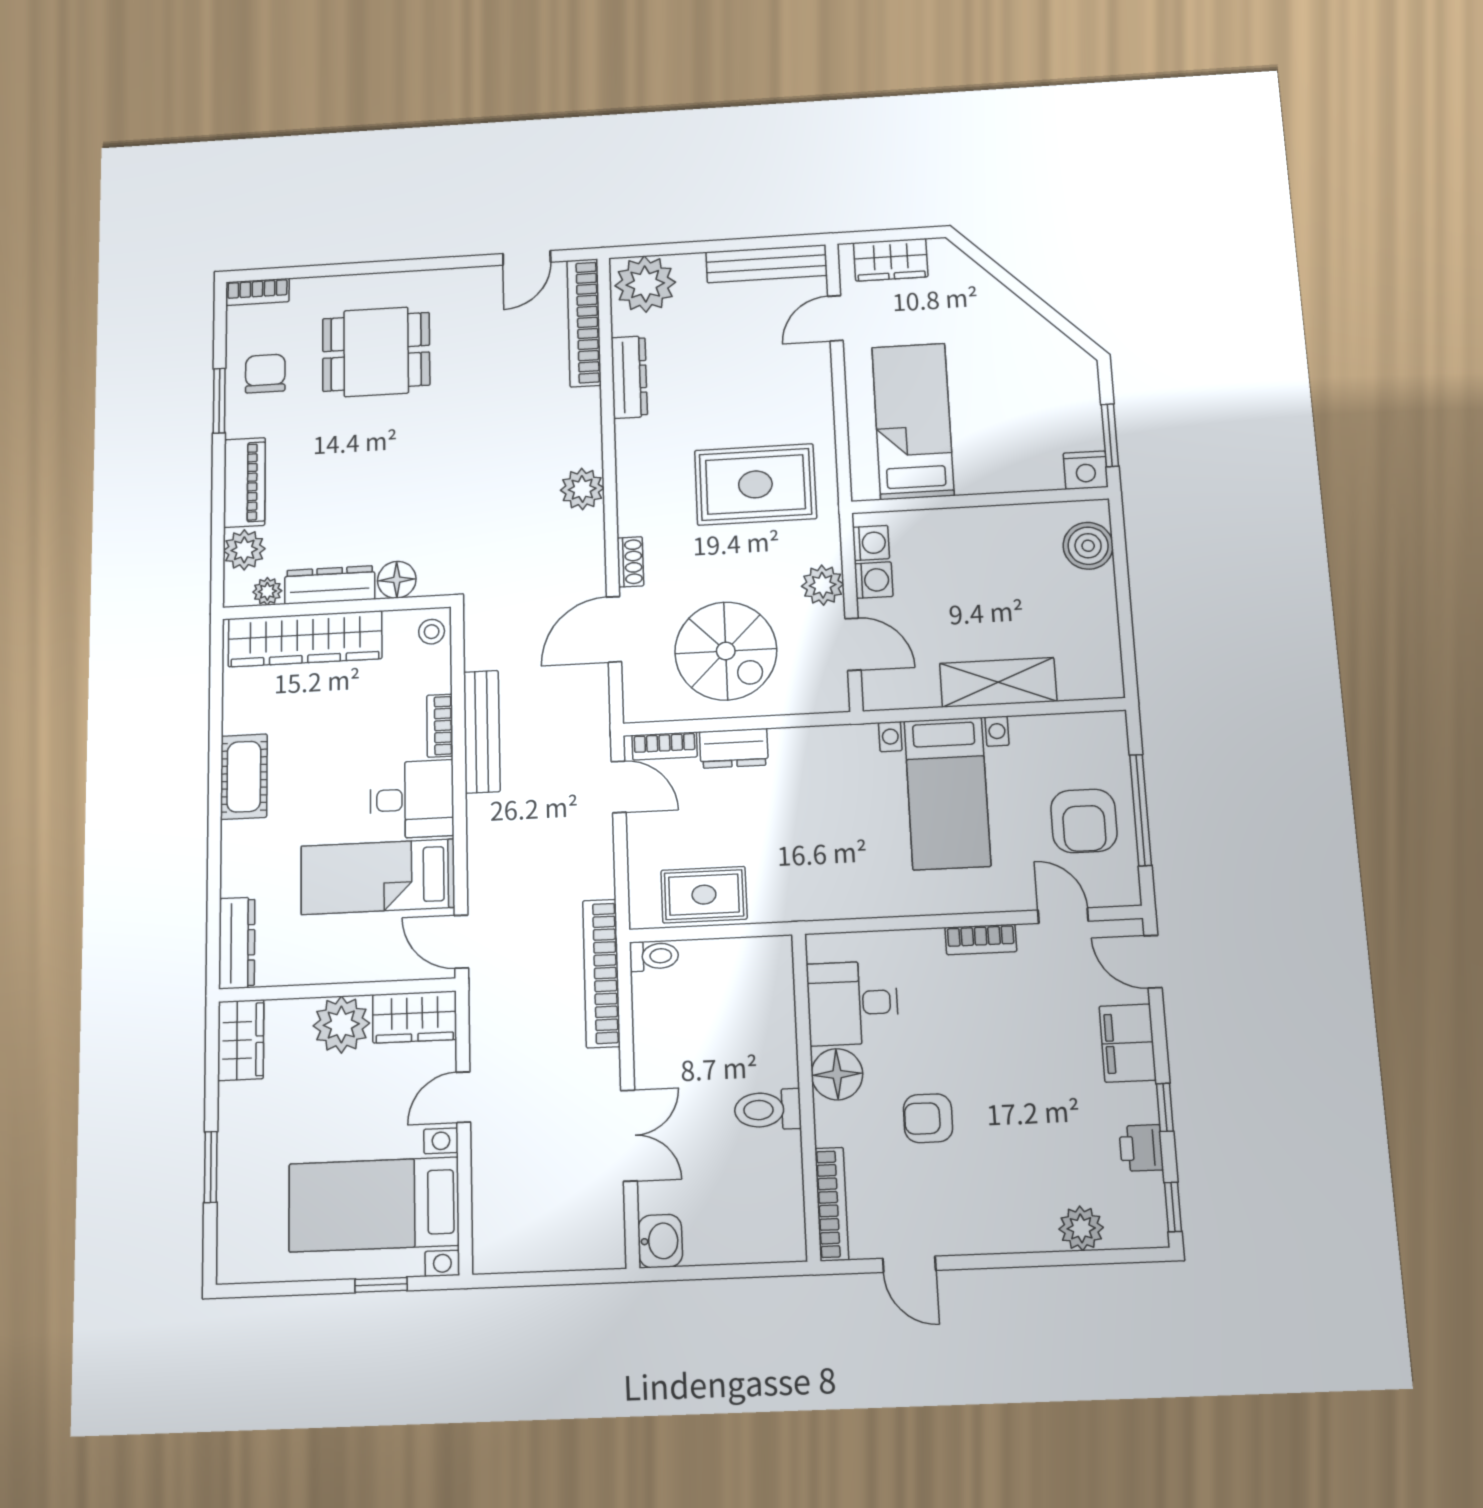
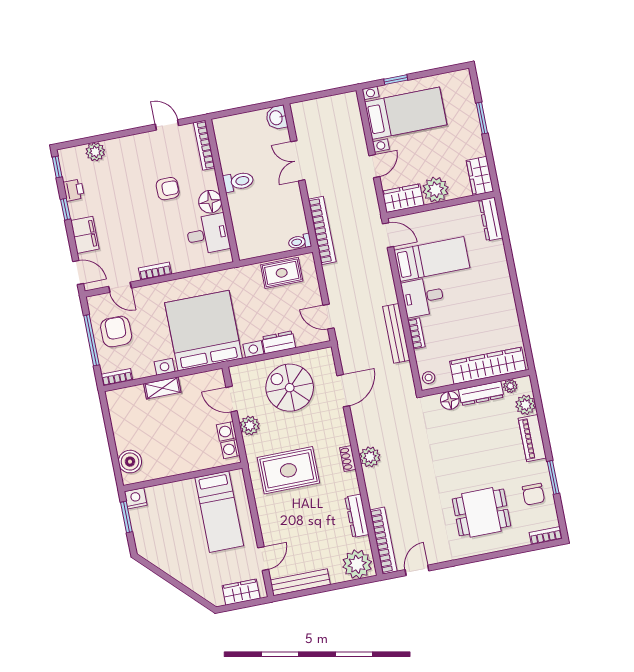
shoe rack: (630, 562) -> (348, 459), moved
shelving: (998, 682) -> (162, 388), width x0.67, depth x0.75
bookcase: (665, 746) -> (117, 377), moved
cot: (244, 777) -> (503, 296), removed
bed with nightstands: (947, 793) -> (203, 331), width x1.85

